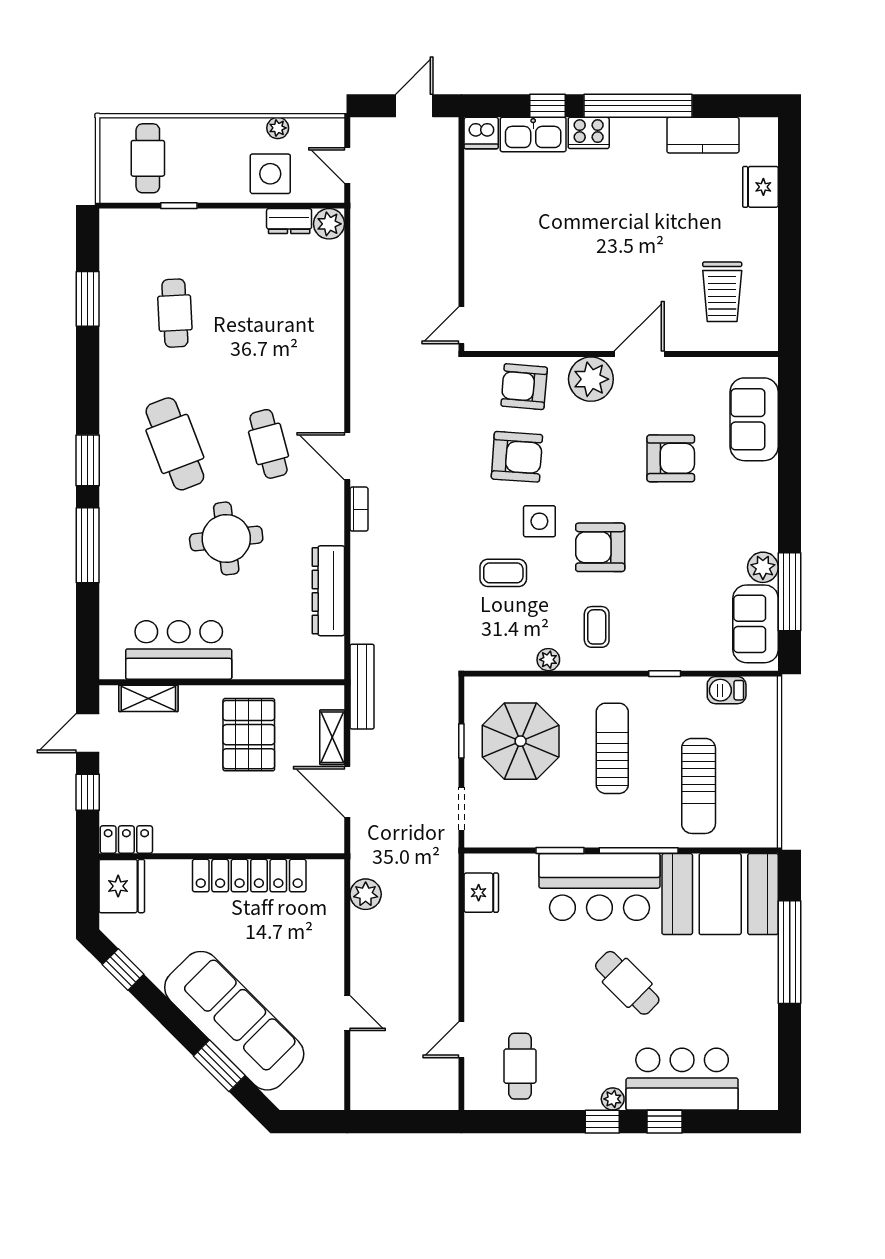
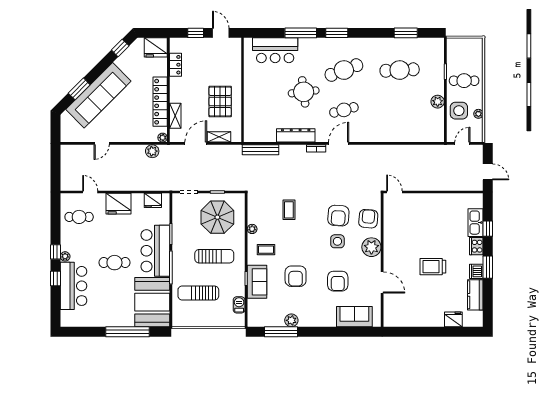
window: (638, 106) -> (488, 267), width x0.47
dishwasher: (481, 133) -> (476, 271), moved
cafe table: (148, 158) -> (464, 81), moved
dresser: (289, 221) -> (439, 119), removed
plant: (329, 224) -> (438, 102), moved
trolley: (722, 292) -> (433, 267), moved
cafe table: (175, 313) -> (400, 70), width x1.37, depth x1.35
door: (639, 354) -> (382, 282), moved
side table: (539, 521) -> (337, 241), moved
armchair: (600, 547) -> (296, 276), moved, turned 180
dresser: (328, 591) -> (296, 135), moved
sofa: (756, 624) -> (257, 282), moved, turned 90
bar counter: (179, 650) -> (275, 50), moved, turned 90
bench: (362, 687) -> (260, 150), moved
shelving: (148, 698) -> (175, 116), moved
pallet: (249, 735) -> (220, 102), turned 90
locker: (126, 840) -> (175, 65), moved
plant: (334, 870) -> (163, 138), added
fridge: (489, 973) -> (118, 204), added
cafe table: (627, 983) -> (114, 263), turned 45

